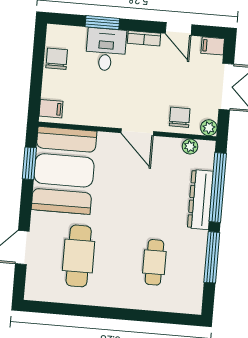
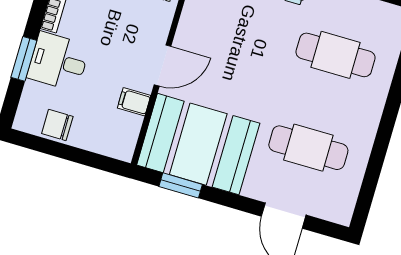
filing cabinet: (51, 109) -> (134, 102), moved, turned -90
door: (137, 132) -> (163, 66), moved
cafe table: (154, 262) -> (336, 55), width x1.37, depth x1.35

